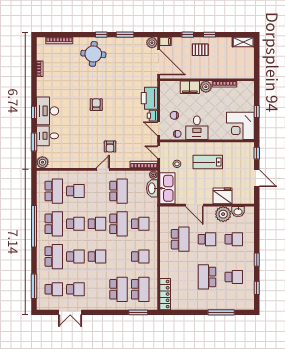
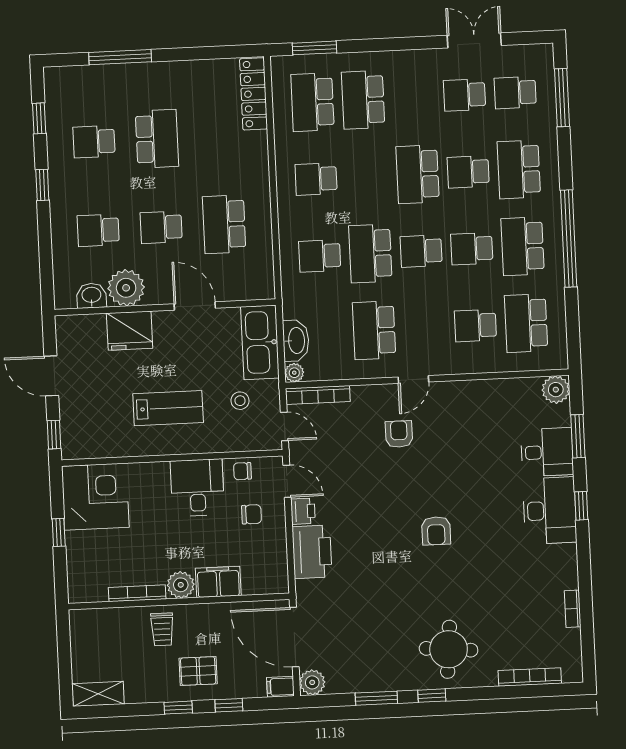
trolley: (215, 68) -> (162, 629), added
school desk: (97, 257) -> (417, 174), width x1.85

